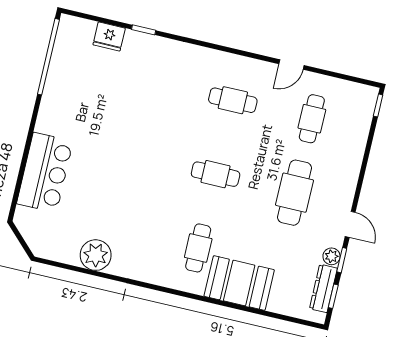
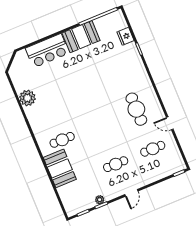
cafe table: (233, 100) -> (136, 109), width x1.37, depth x1.35
booth: (61, 105) -> (81, 37), added
cafe table: (216, 174) -> (99, 124), removed
cafe table: (294, 193) -> (116, 164), width x0.73, depth x0.74
door: (350, 224) -> (131, 193), moved
dresser: (323, 288) -> (83, 206), removed

